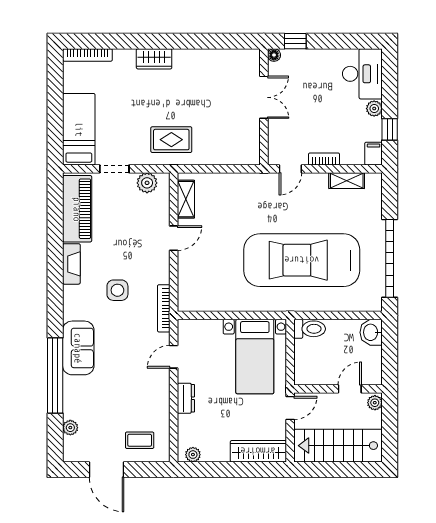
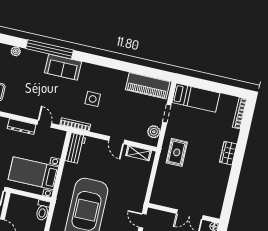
fireplace: (71, 264) -> (115, 75), removed
workbench: (201, 300) -> (75, 148), added
dresser: (186, 398) -> (22, 126), width x1.44

